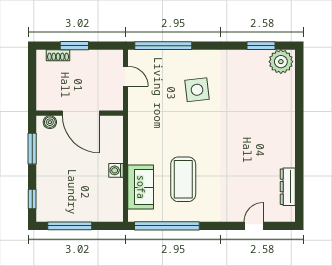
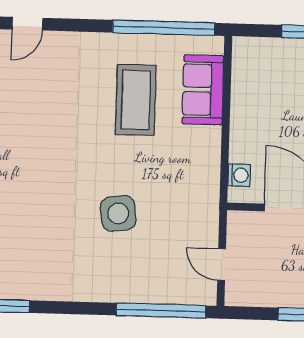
side table: (197, 90) -> (118, 213), moved
washing machine: (116, 170) -> (239, 175), moved

